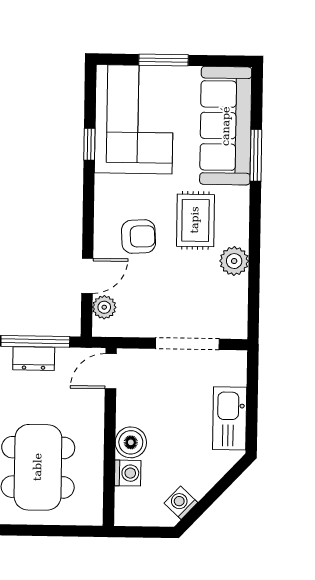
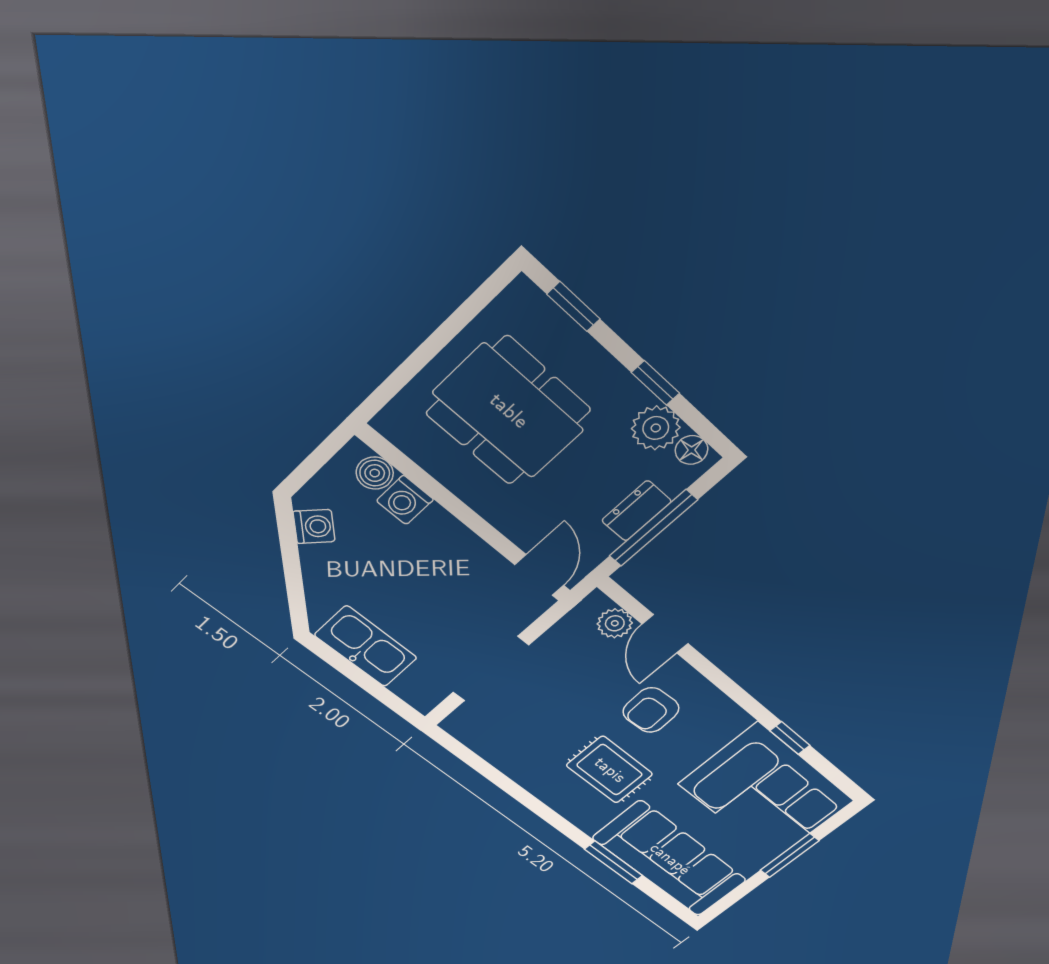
plant: (234, 261) -> (531, 772), removed
boiler: (131, 442) -> (375, 473), moved, width x0.73, depth x0.73

